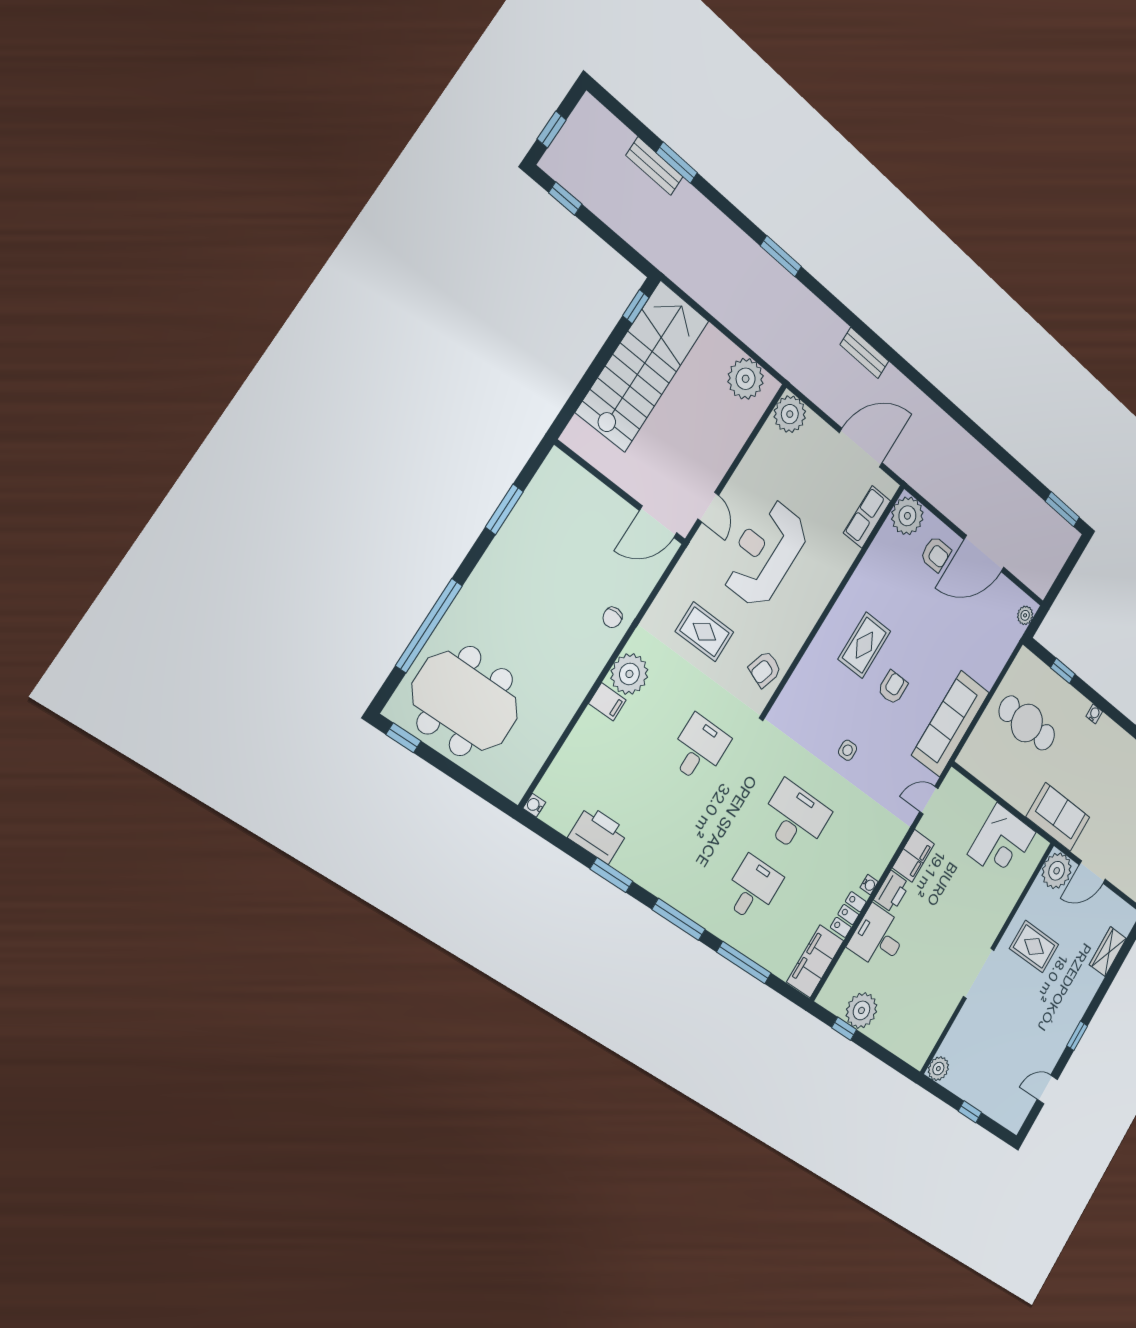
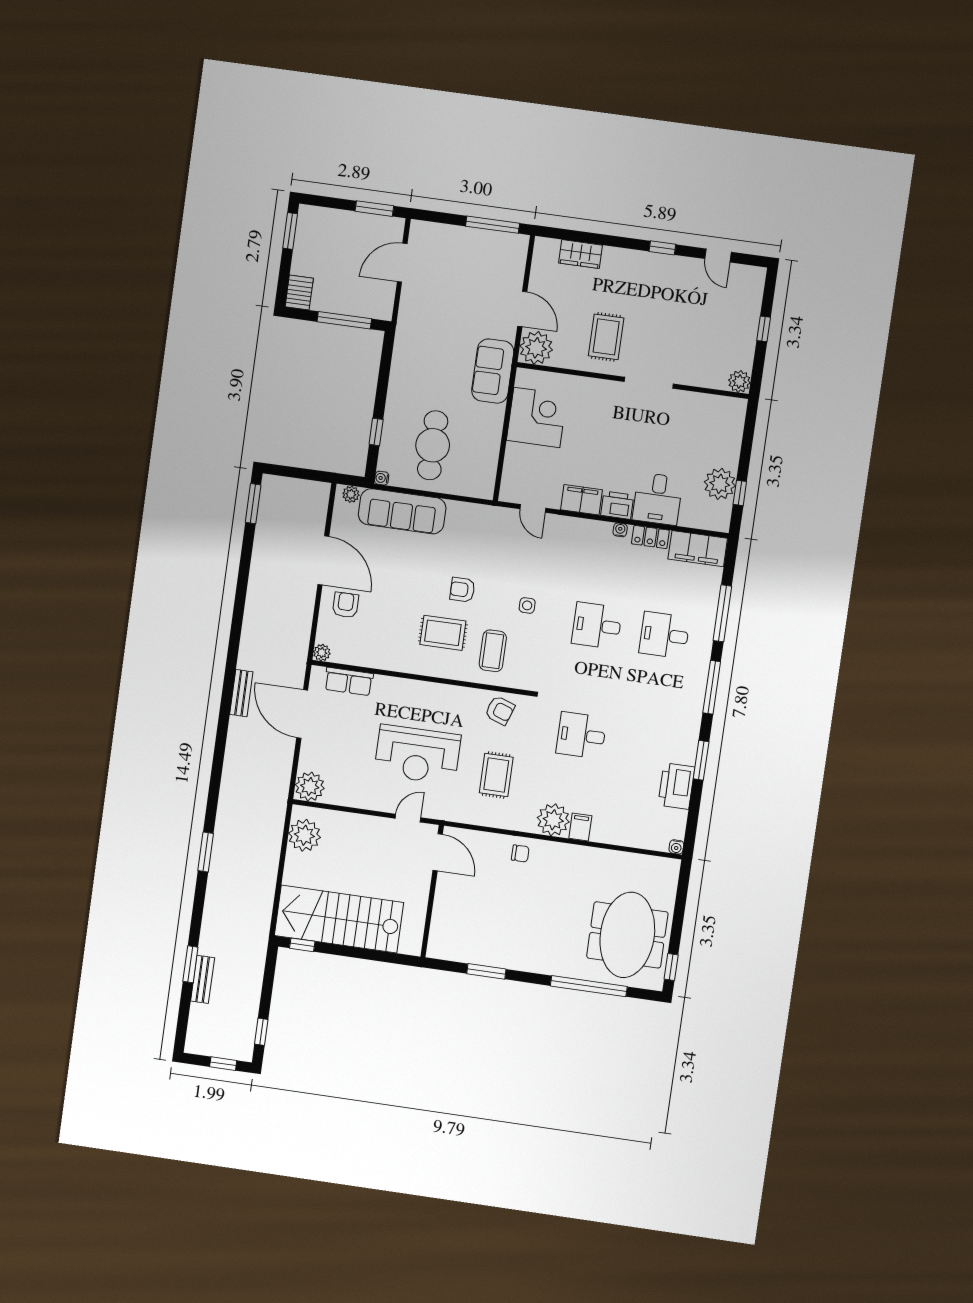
bench: (864, 353) -> (241, 693), moved
plant: (907, 516) -> (322, 653), width x0.53, depth x0.53
coffee table: (824, 691) -> (493, 651), added
water cooler: (1094, 714) -> (382, 478), moved
sofa: (951, 724) -> (402, 511), moved
desk: (795, 818) -> (597, 626), width x0.73

